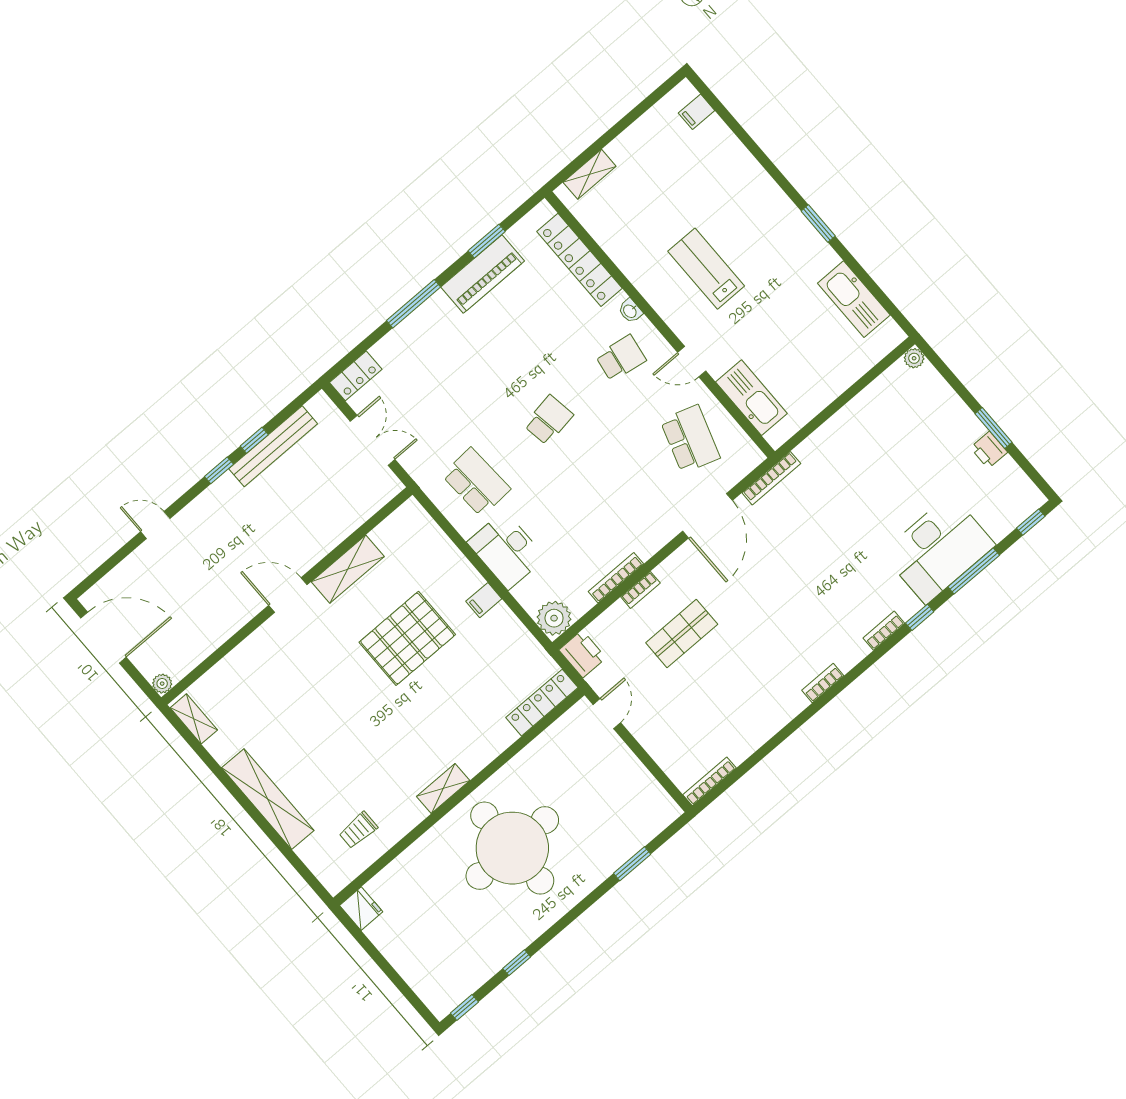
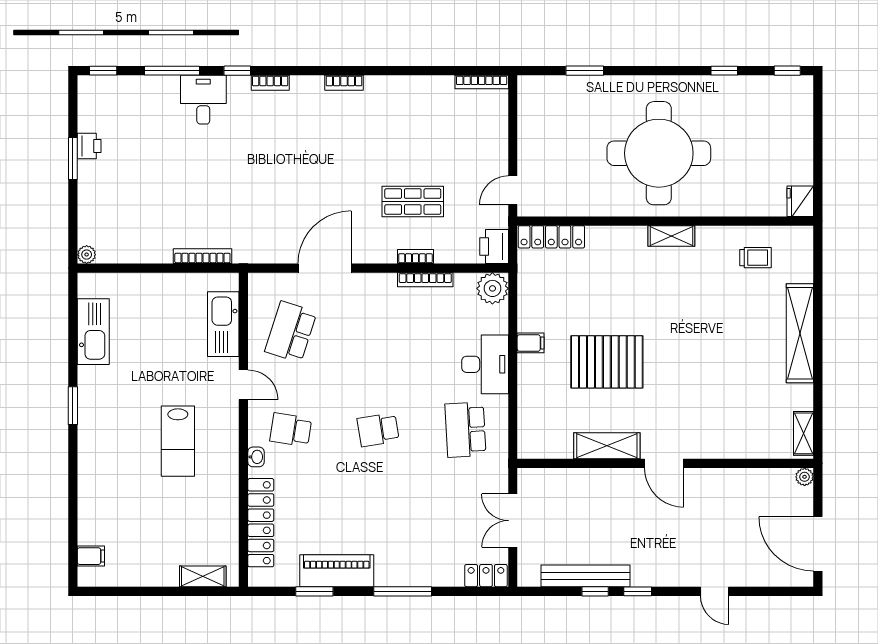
bookcase: (771, 478) -> (202, 256), moved
desk: (938, 549) -> (203, 100), width x0.53, depth x0.77

